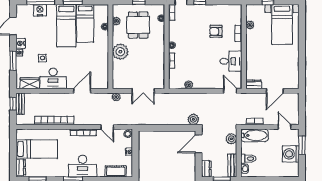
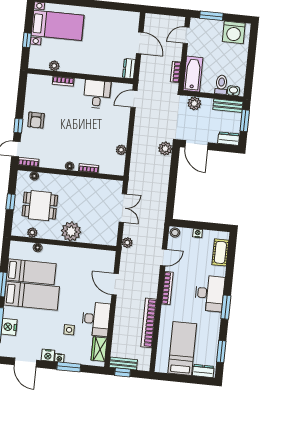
armchair: (216, 31) -> (36, 120), moved
washing machine: (291, 154) -> (234, 32), moved

